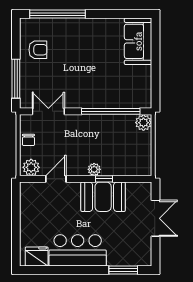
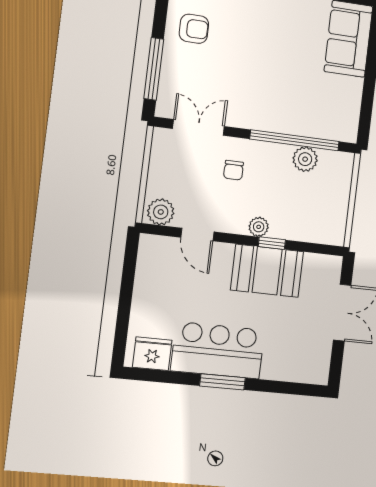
plant: (143, 123) -> (305, 159), moved
chair: (28, 140) -> (234, 170), moved
door: (56, 179) -> (197, 235), swing flipped
window: (123, 270) -> (222, 382), moved

